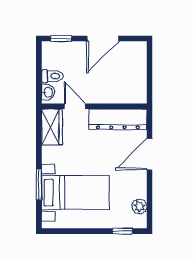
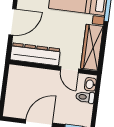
wardrobe: (52, 127) -> (92, 47), width x1.50

